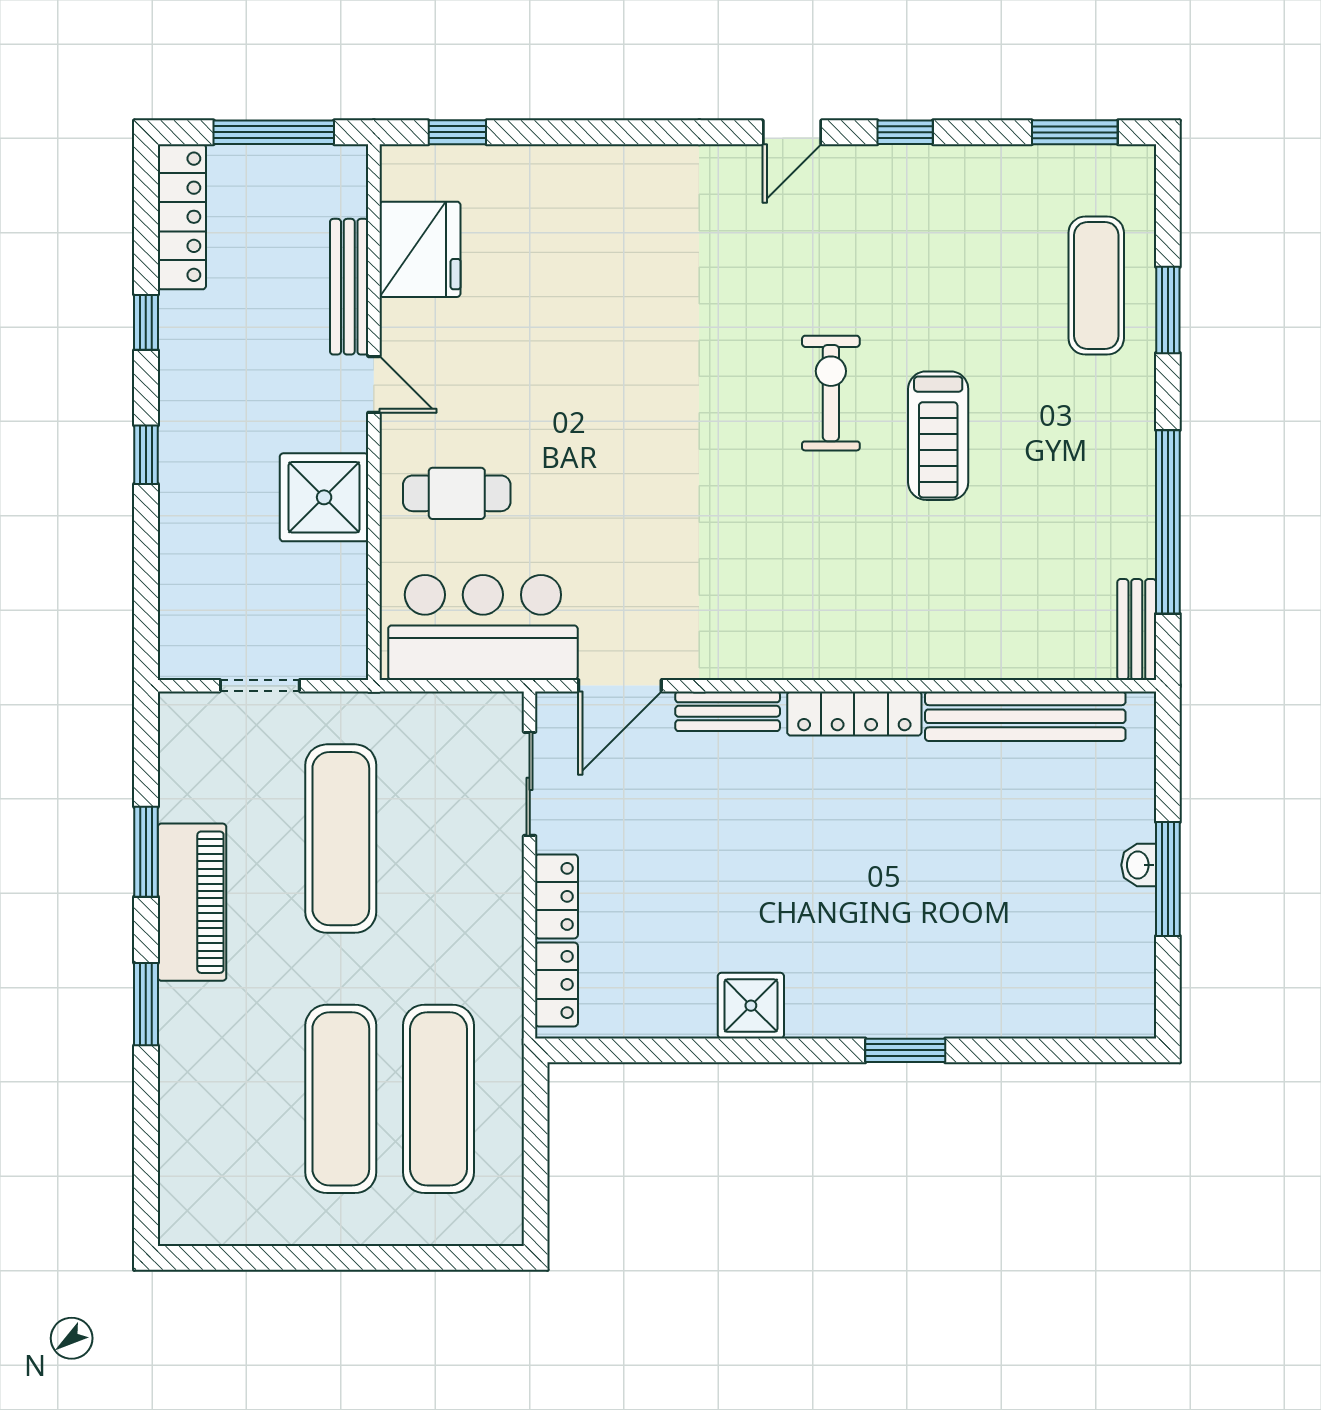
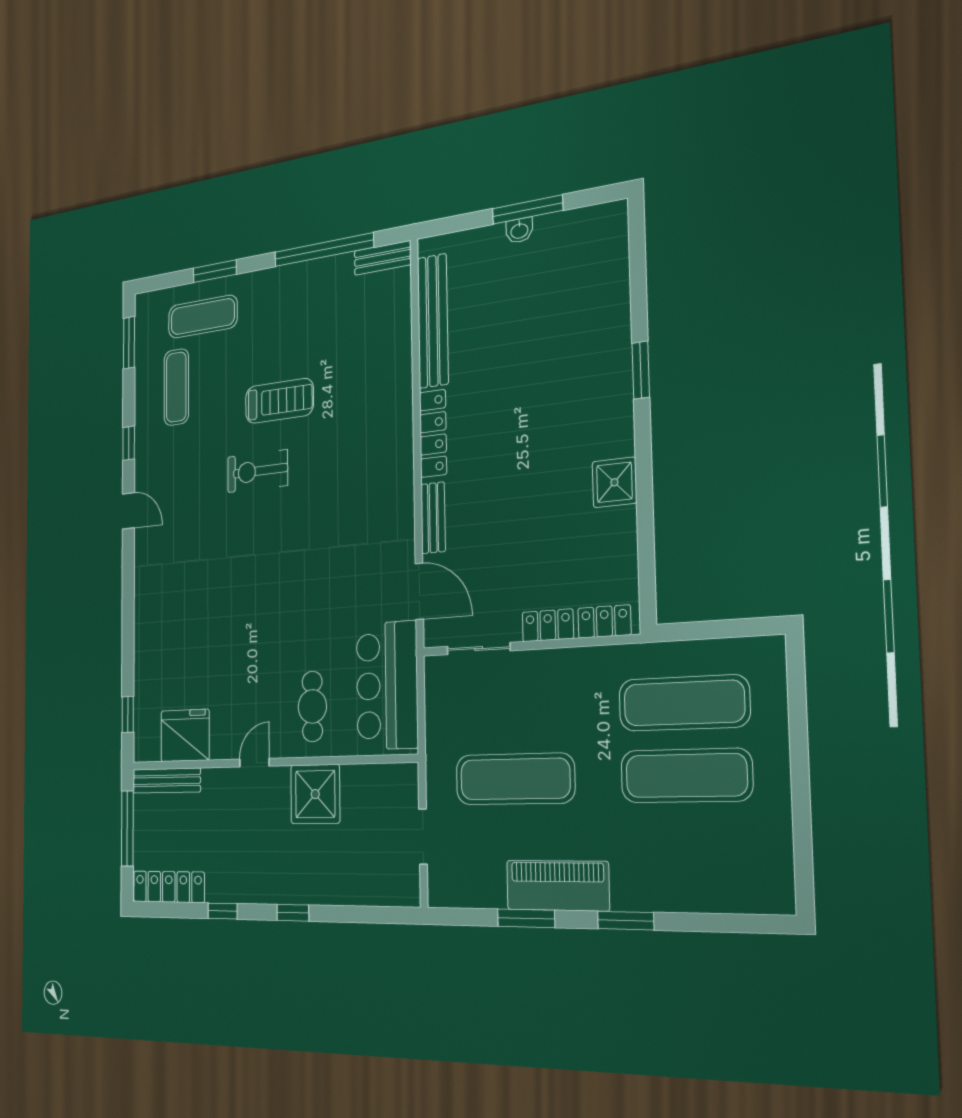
exercise mat: (987, 231) -> (176, 387), added
bench: (349, 287) -> (166, 781), moved

